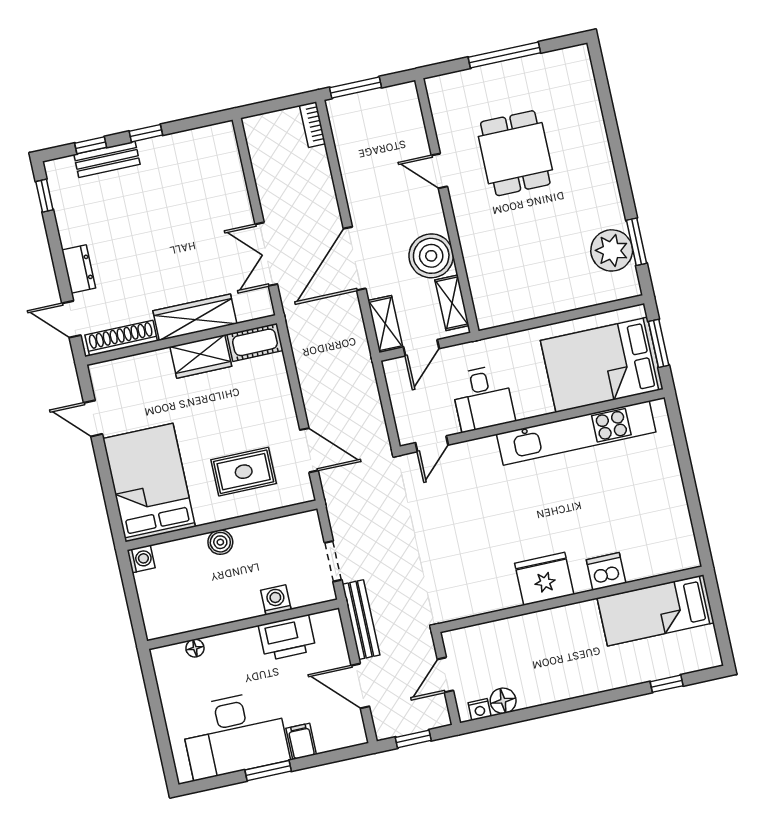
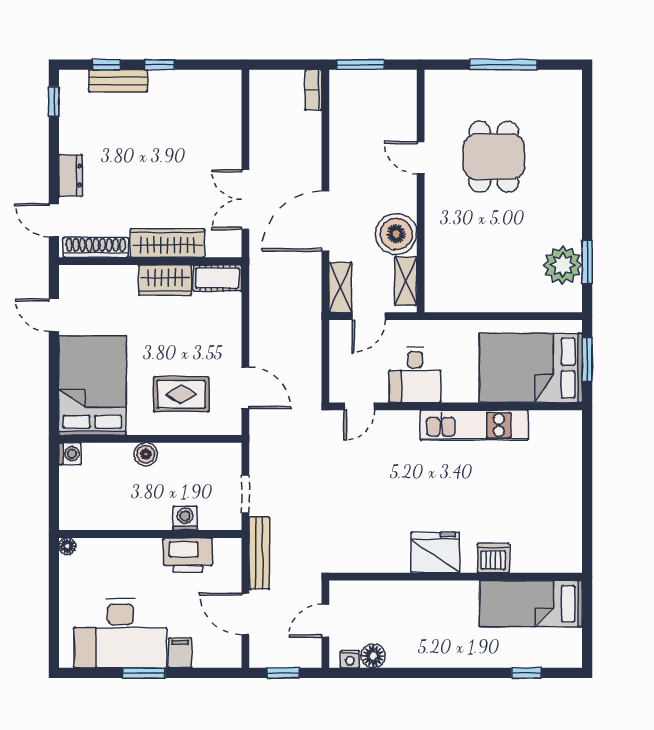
kitchen unit: (576, 433) -> (474, 425), width x0.73
floor lamp: (195, 648) -> (67, 546), moved

